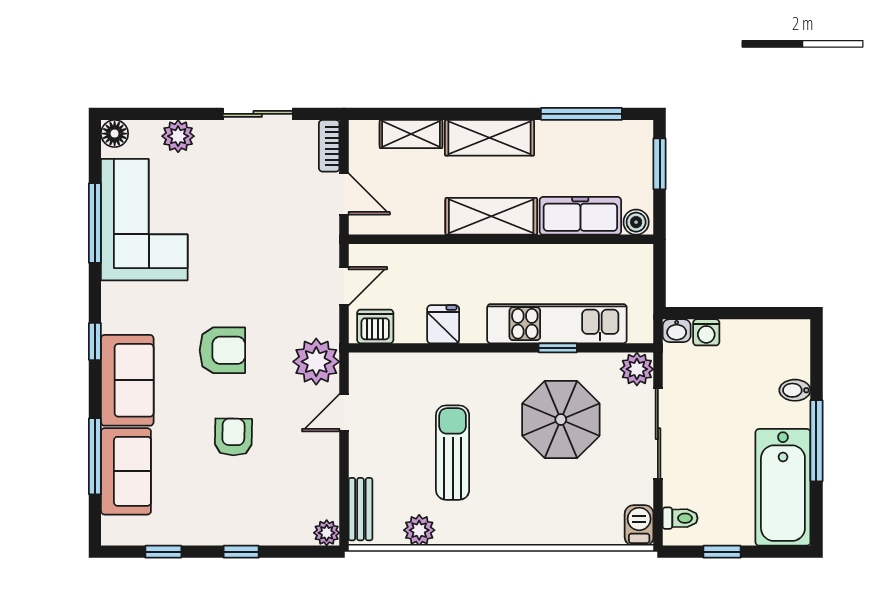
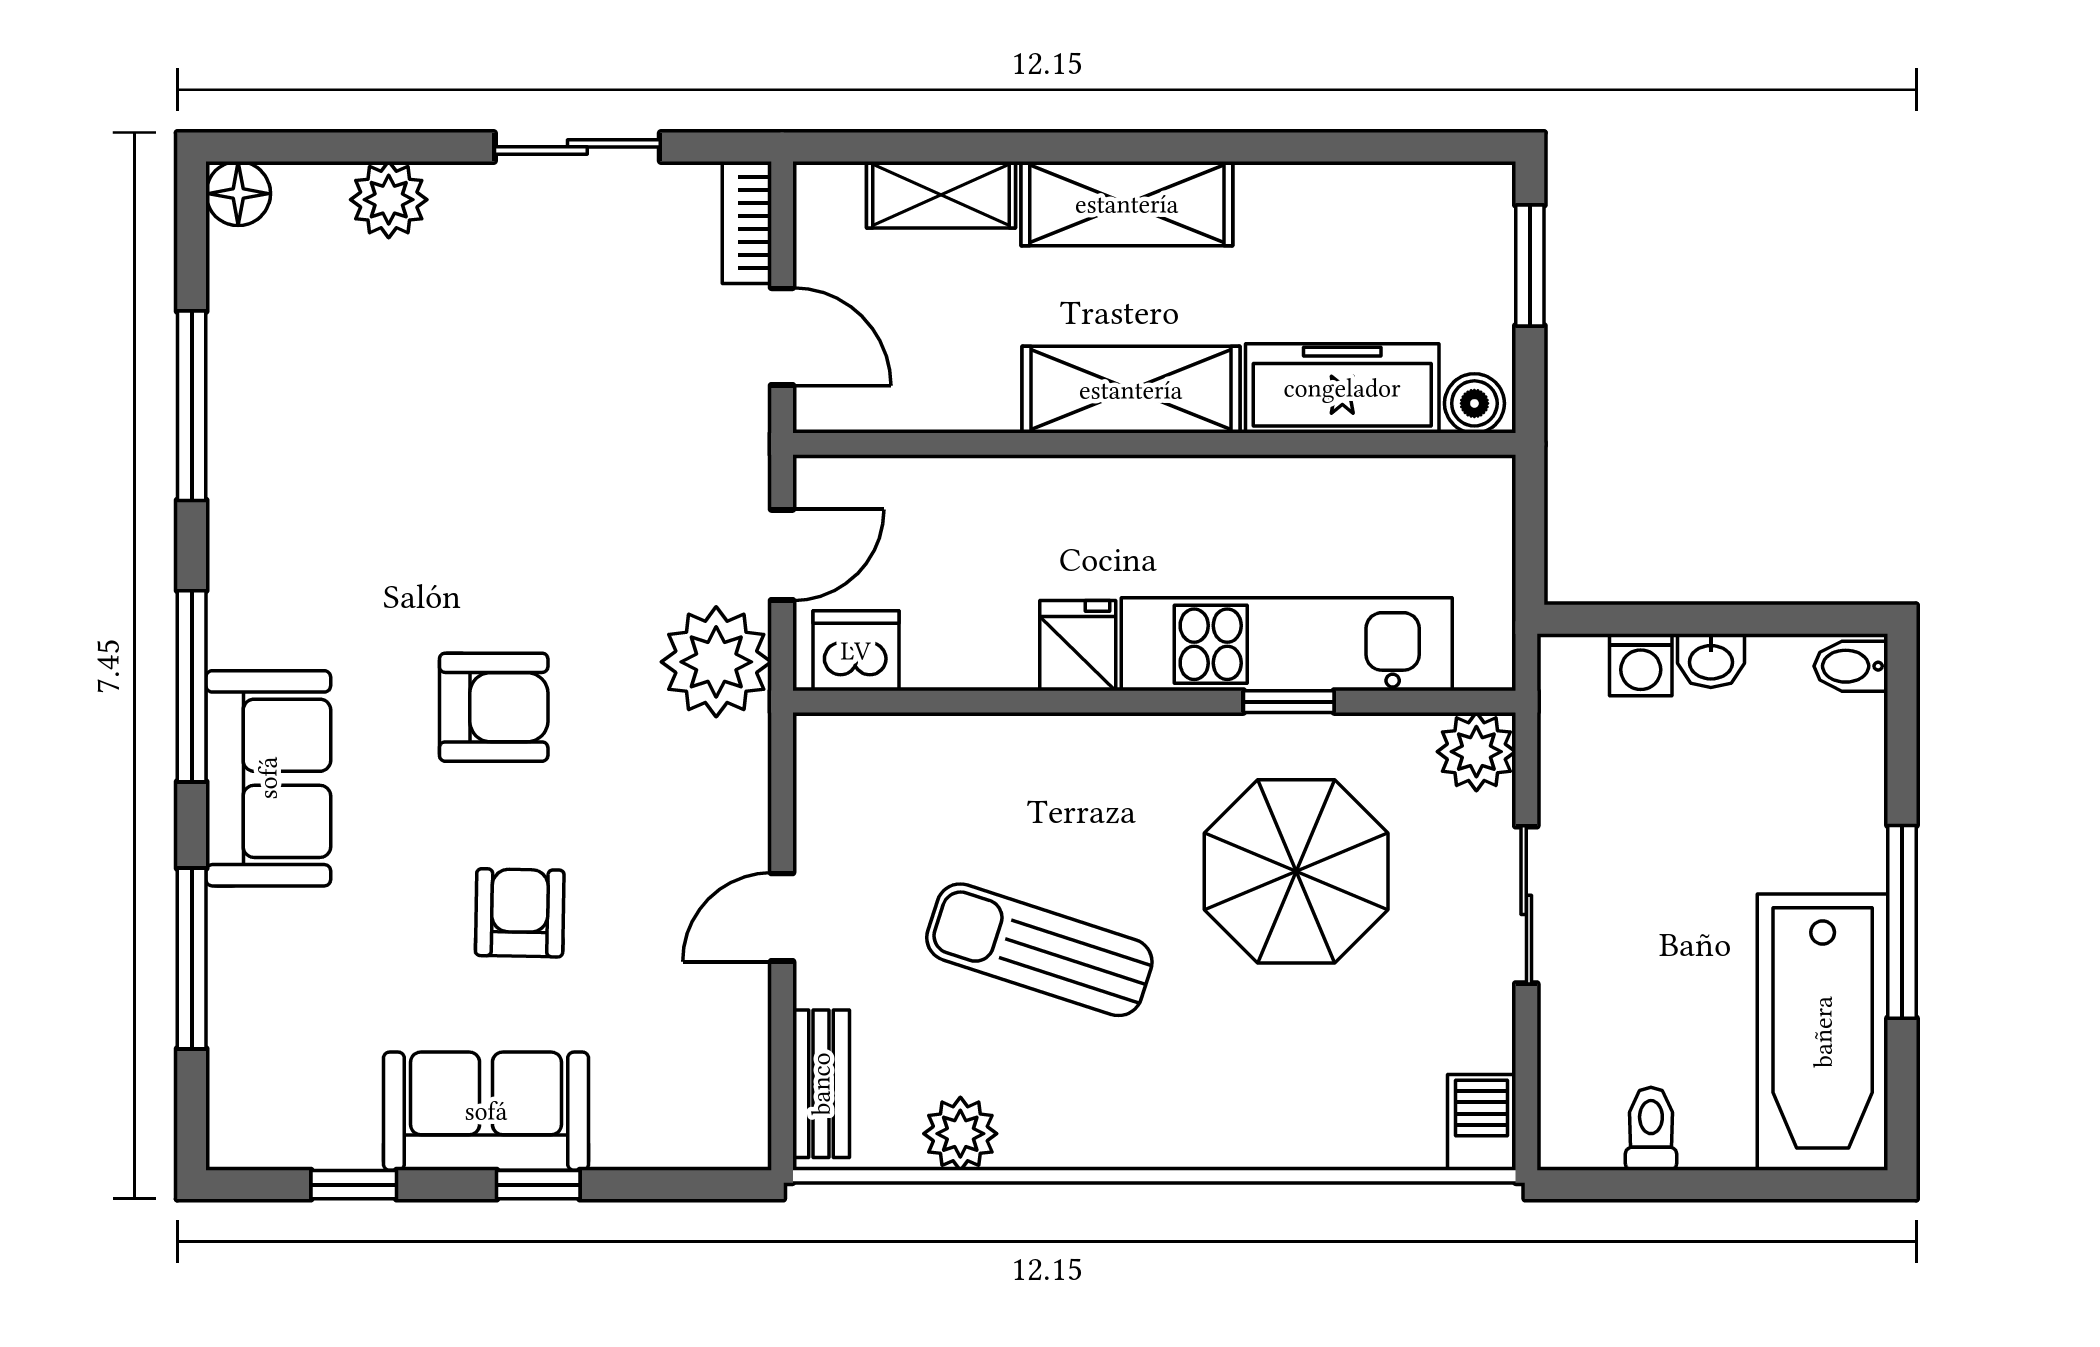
window: (581, 114) -> (1345, 147), removed
corner sofa: (144, 220) -> (309, 398), removed
fridge: (443, 324) -> (1078, 646), moved
washbasin: (677, 331) -> (1711, 661), moved
window: (95, 341) -> (192, 686), width x2.17
plant: (316, 362) -> (716, 662), moved
bidet: (795, 390) -> (1851, 666), moved
door: (344, 413) -> (782, 917), moved
sliding door: (658, 434) -> (1526, 905), width x0.73
sun lounger: (453, 453) -> (1039, 950), turned -72
sofa: (126, 471) -> (486, 1111), moved, turned -90
toilet: (680, 518) -> (1651, 1129), moved, turned -90
plant: (327, 533) -> (741, 1140), removed
window: (722, 552) -> (1678, 1185), removed

